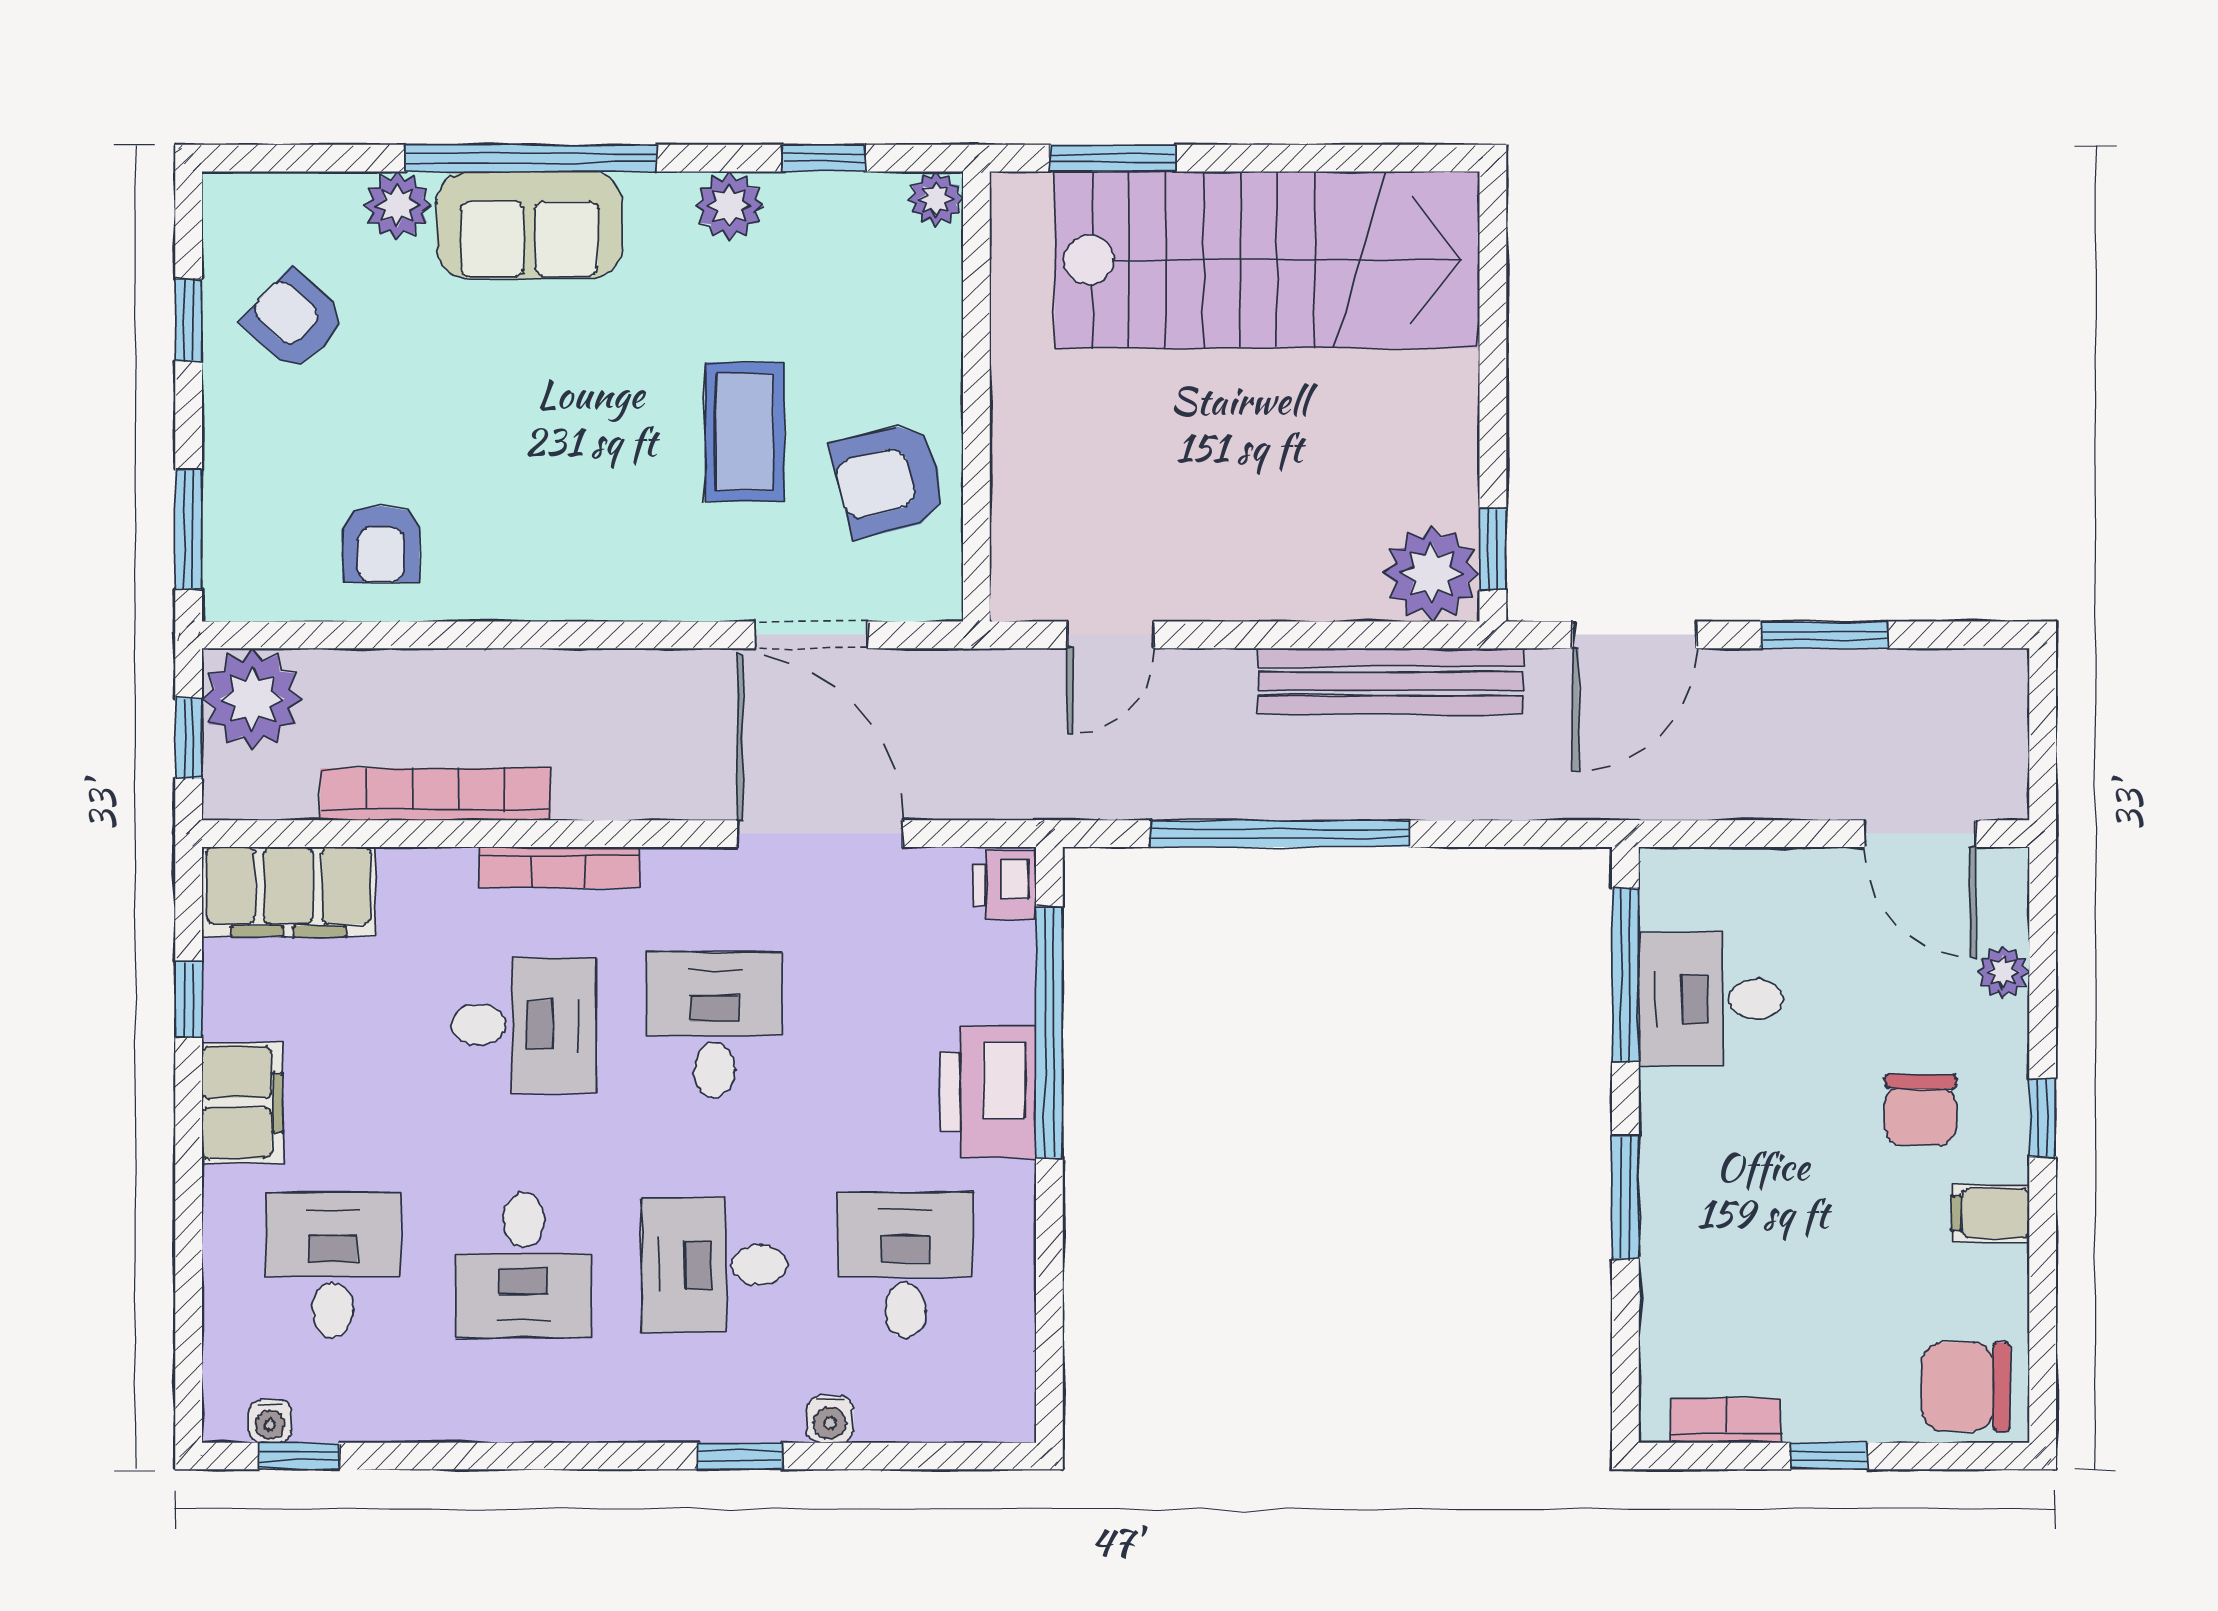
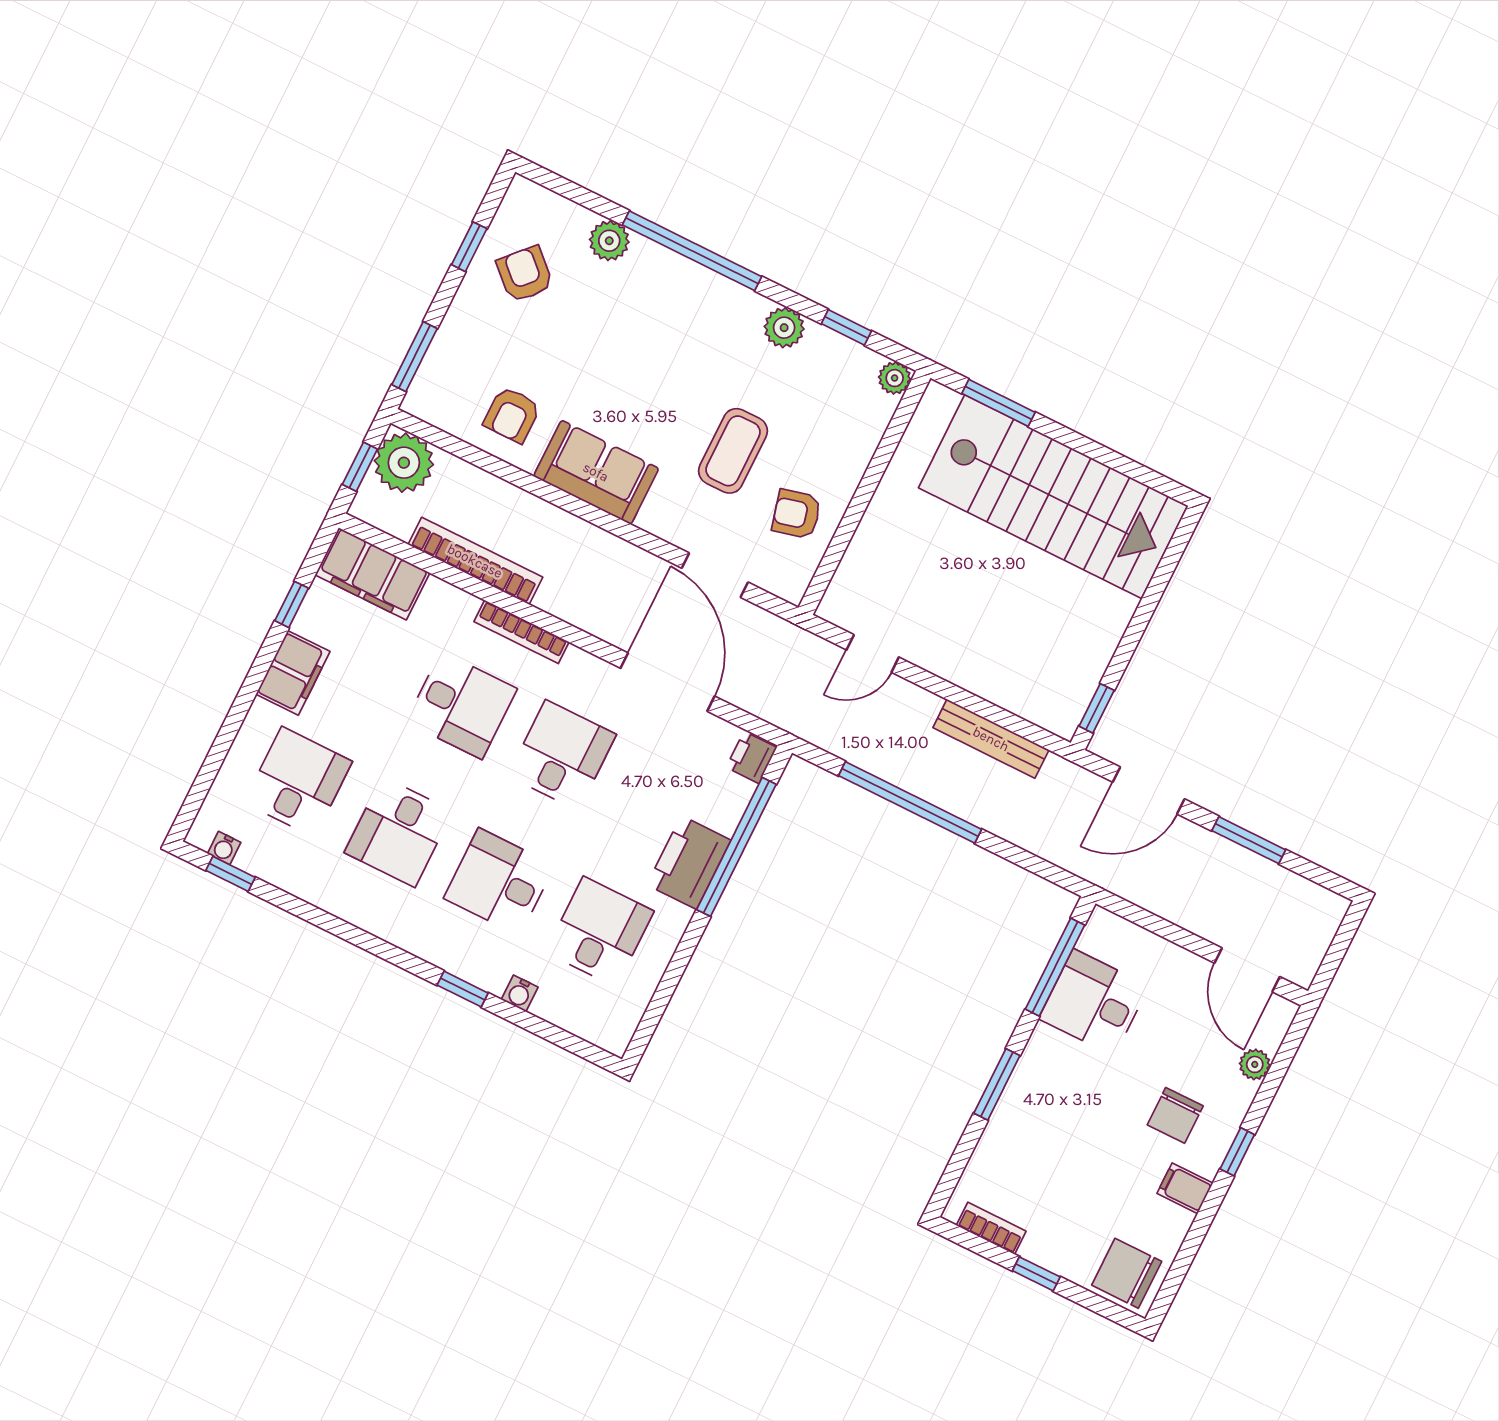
sofa: (529, 225) -> (596, 472), moved, turned 180
armchair: (889, 480) -> (797, 514), width x0.72, depth x0.72
plant: (1432, 574) -> (1058, 705), removed
bench: (1391, 681) -> (991, 739), width x0.73, depth x0.82

